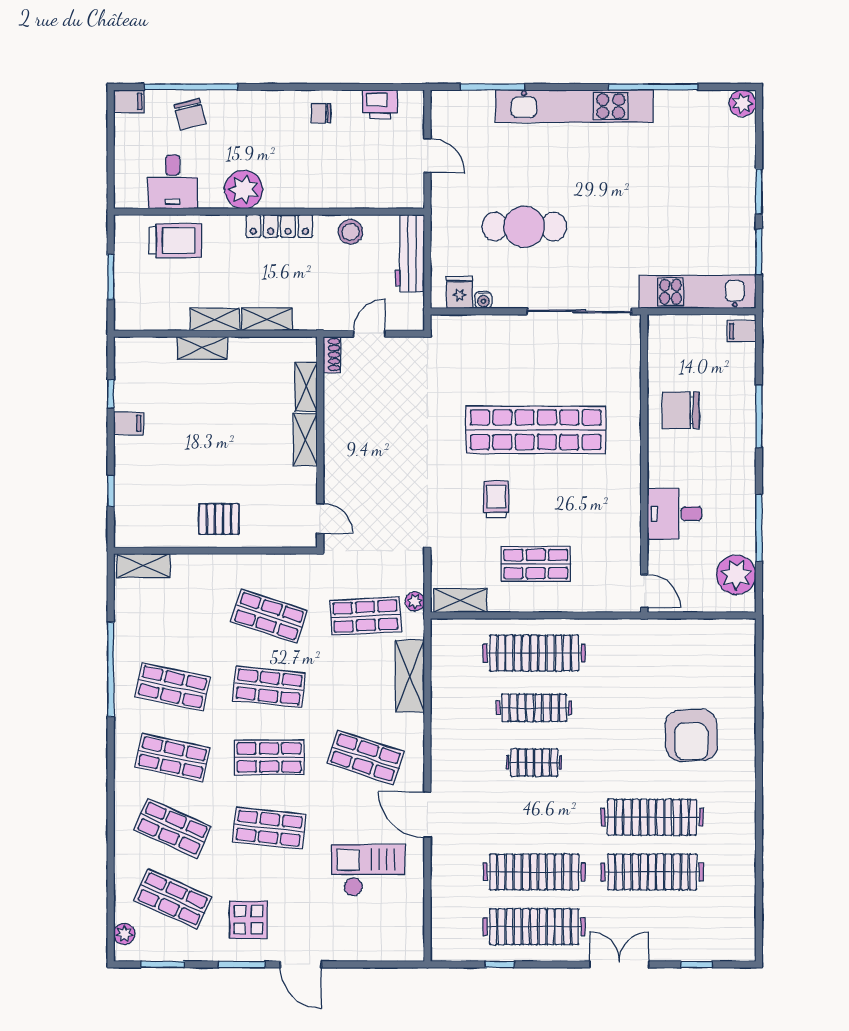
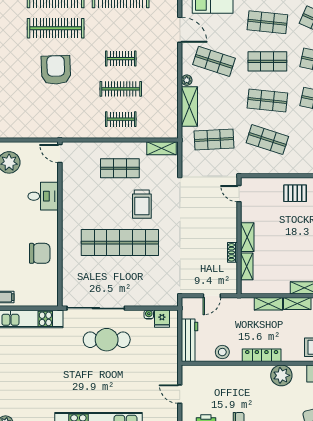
cafe table: (524, 227) -> (107, 340), moved
shoe rack: (332, 355) -> (233, 252), moved
trolley: (496, 499) -> (142, 204), width x1.36, depth x1.39
plant: (415, 601) -> (187, 80), moved
clothes rail: (534, 653) -> (121, 119), width x0.54, depth x0.76
armchair: (691, 735) -> (56, 70), moved

